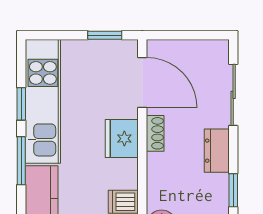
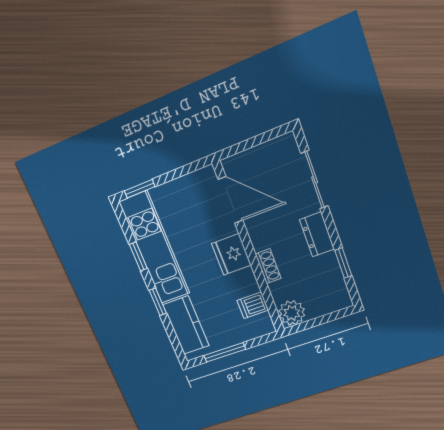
window: (105, 35) -> (140, 189), moved
shoe rack: (155, 133) -> (268, 266), moved
window: (21, 161) -> (158, 302), width x0.67

